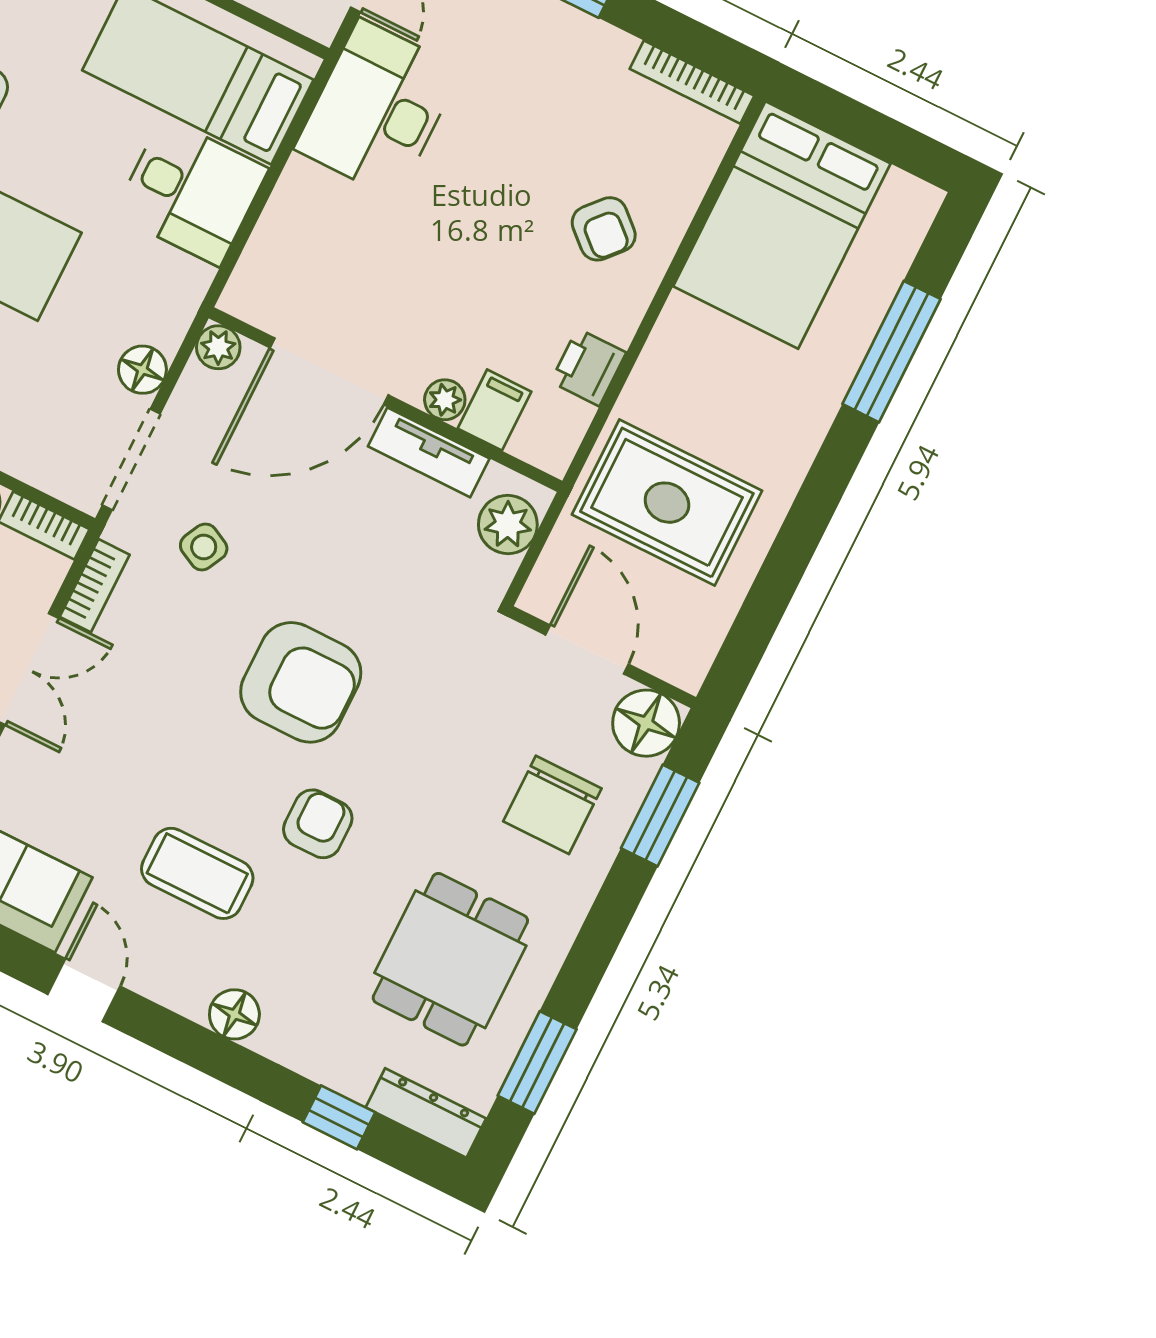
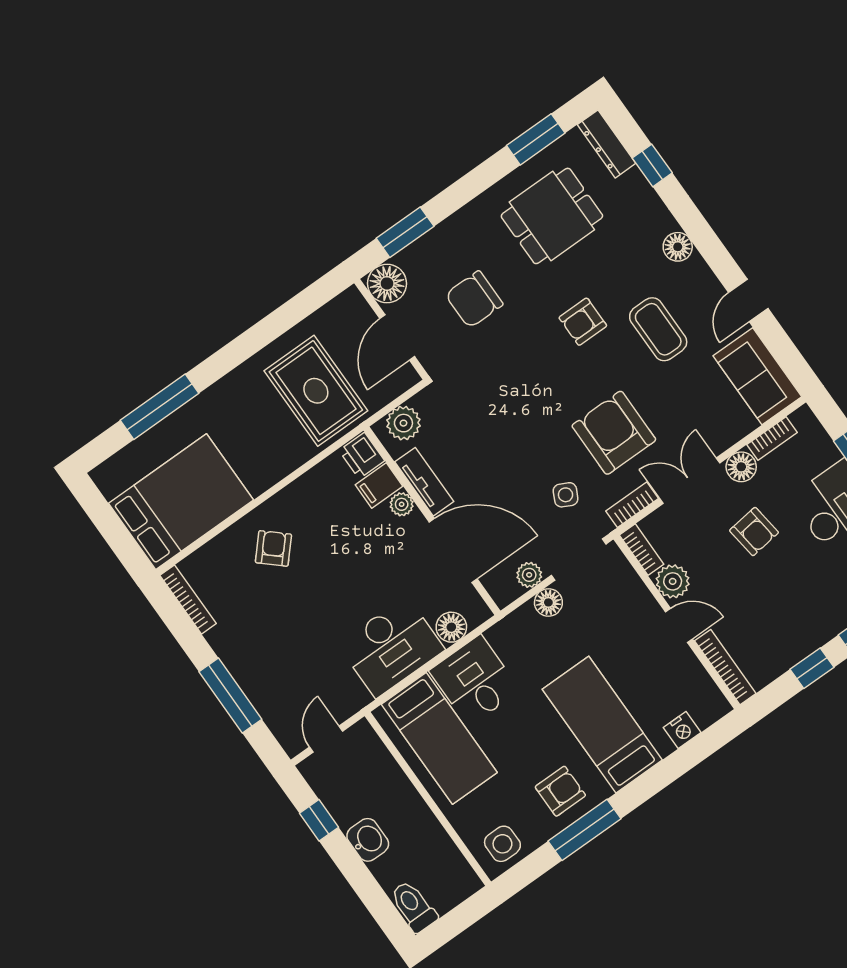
desk: (378, 109) -> (391, 647), moved
floor lamp: (270, 254) -> (451, 627), added
plant: (218, 347) -> (529, 575), moved
printer: (588, 367) -> (362, 456), moved, turned 90
armchair: (301, 682) -> (614, 433), moved
chair: (552, 805) -> (474, 299), moved, turned 180

